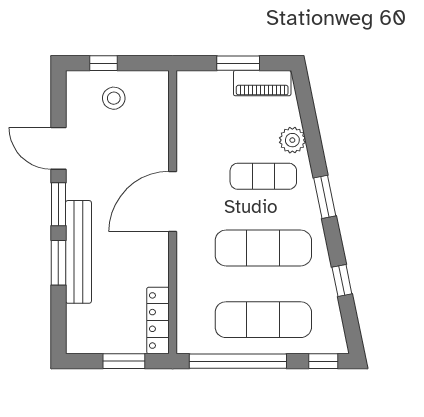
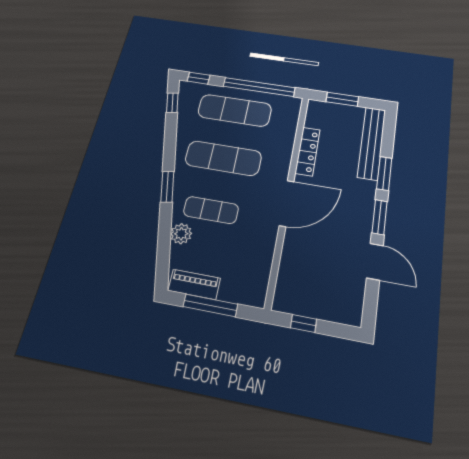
window: (103, 63) -> (304, 324), moved
window: (238, 63) -> (210, 305), width x1.44
stool: (114, 98) -> (322, 295), removed
bench: (78, 252) -> (372, 143), moved
window: (342, 281) -> (172, 103), moved
locker: (158, 320) -> (308, 151), moved

